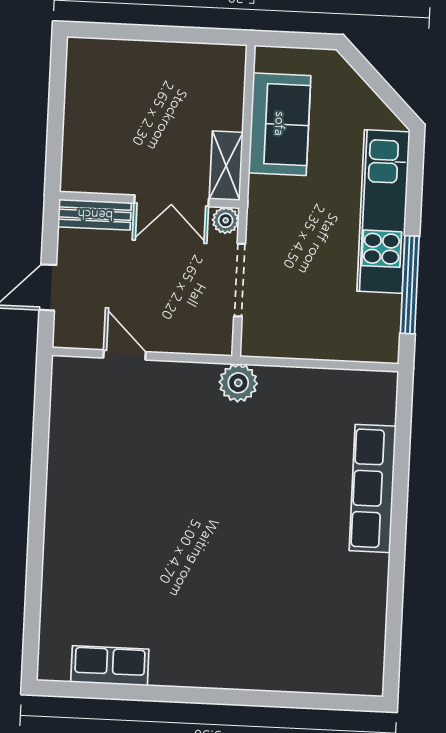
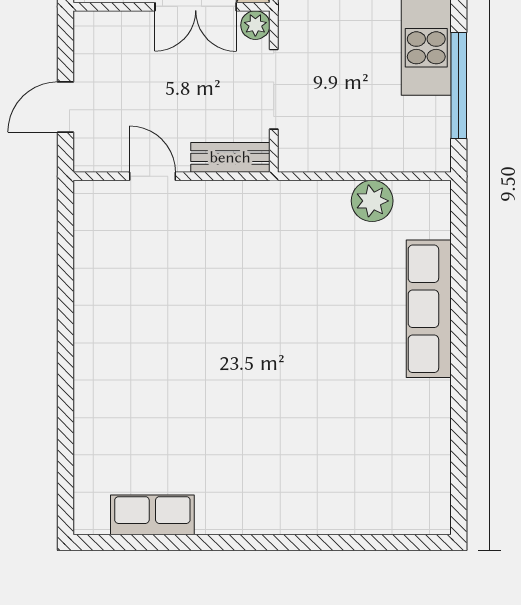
bench: (95, 215) -> (230, 157), moved
plant: (238, 383) -> (372, 201), moved

